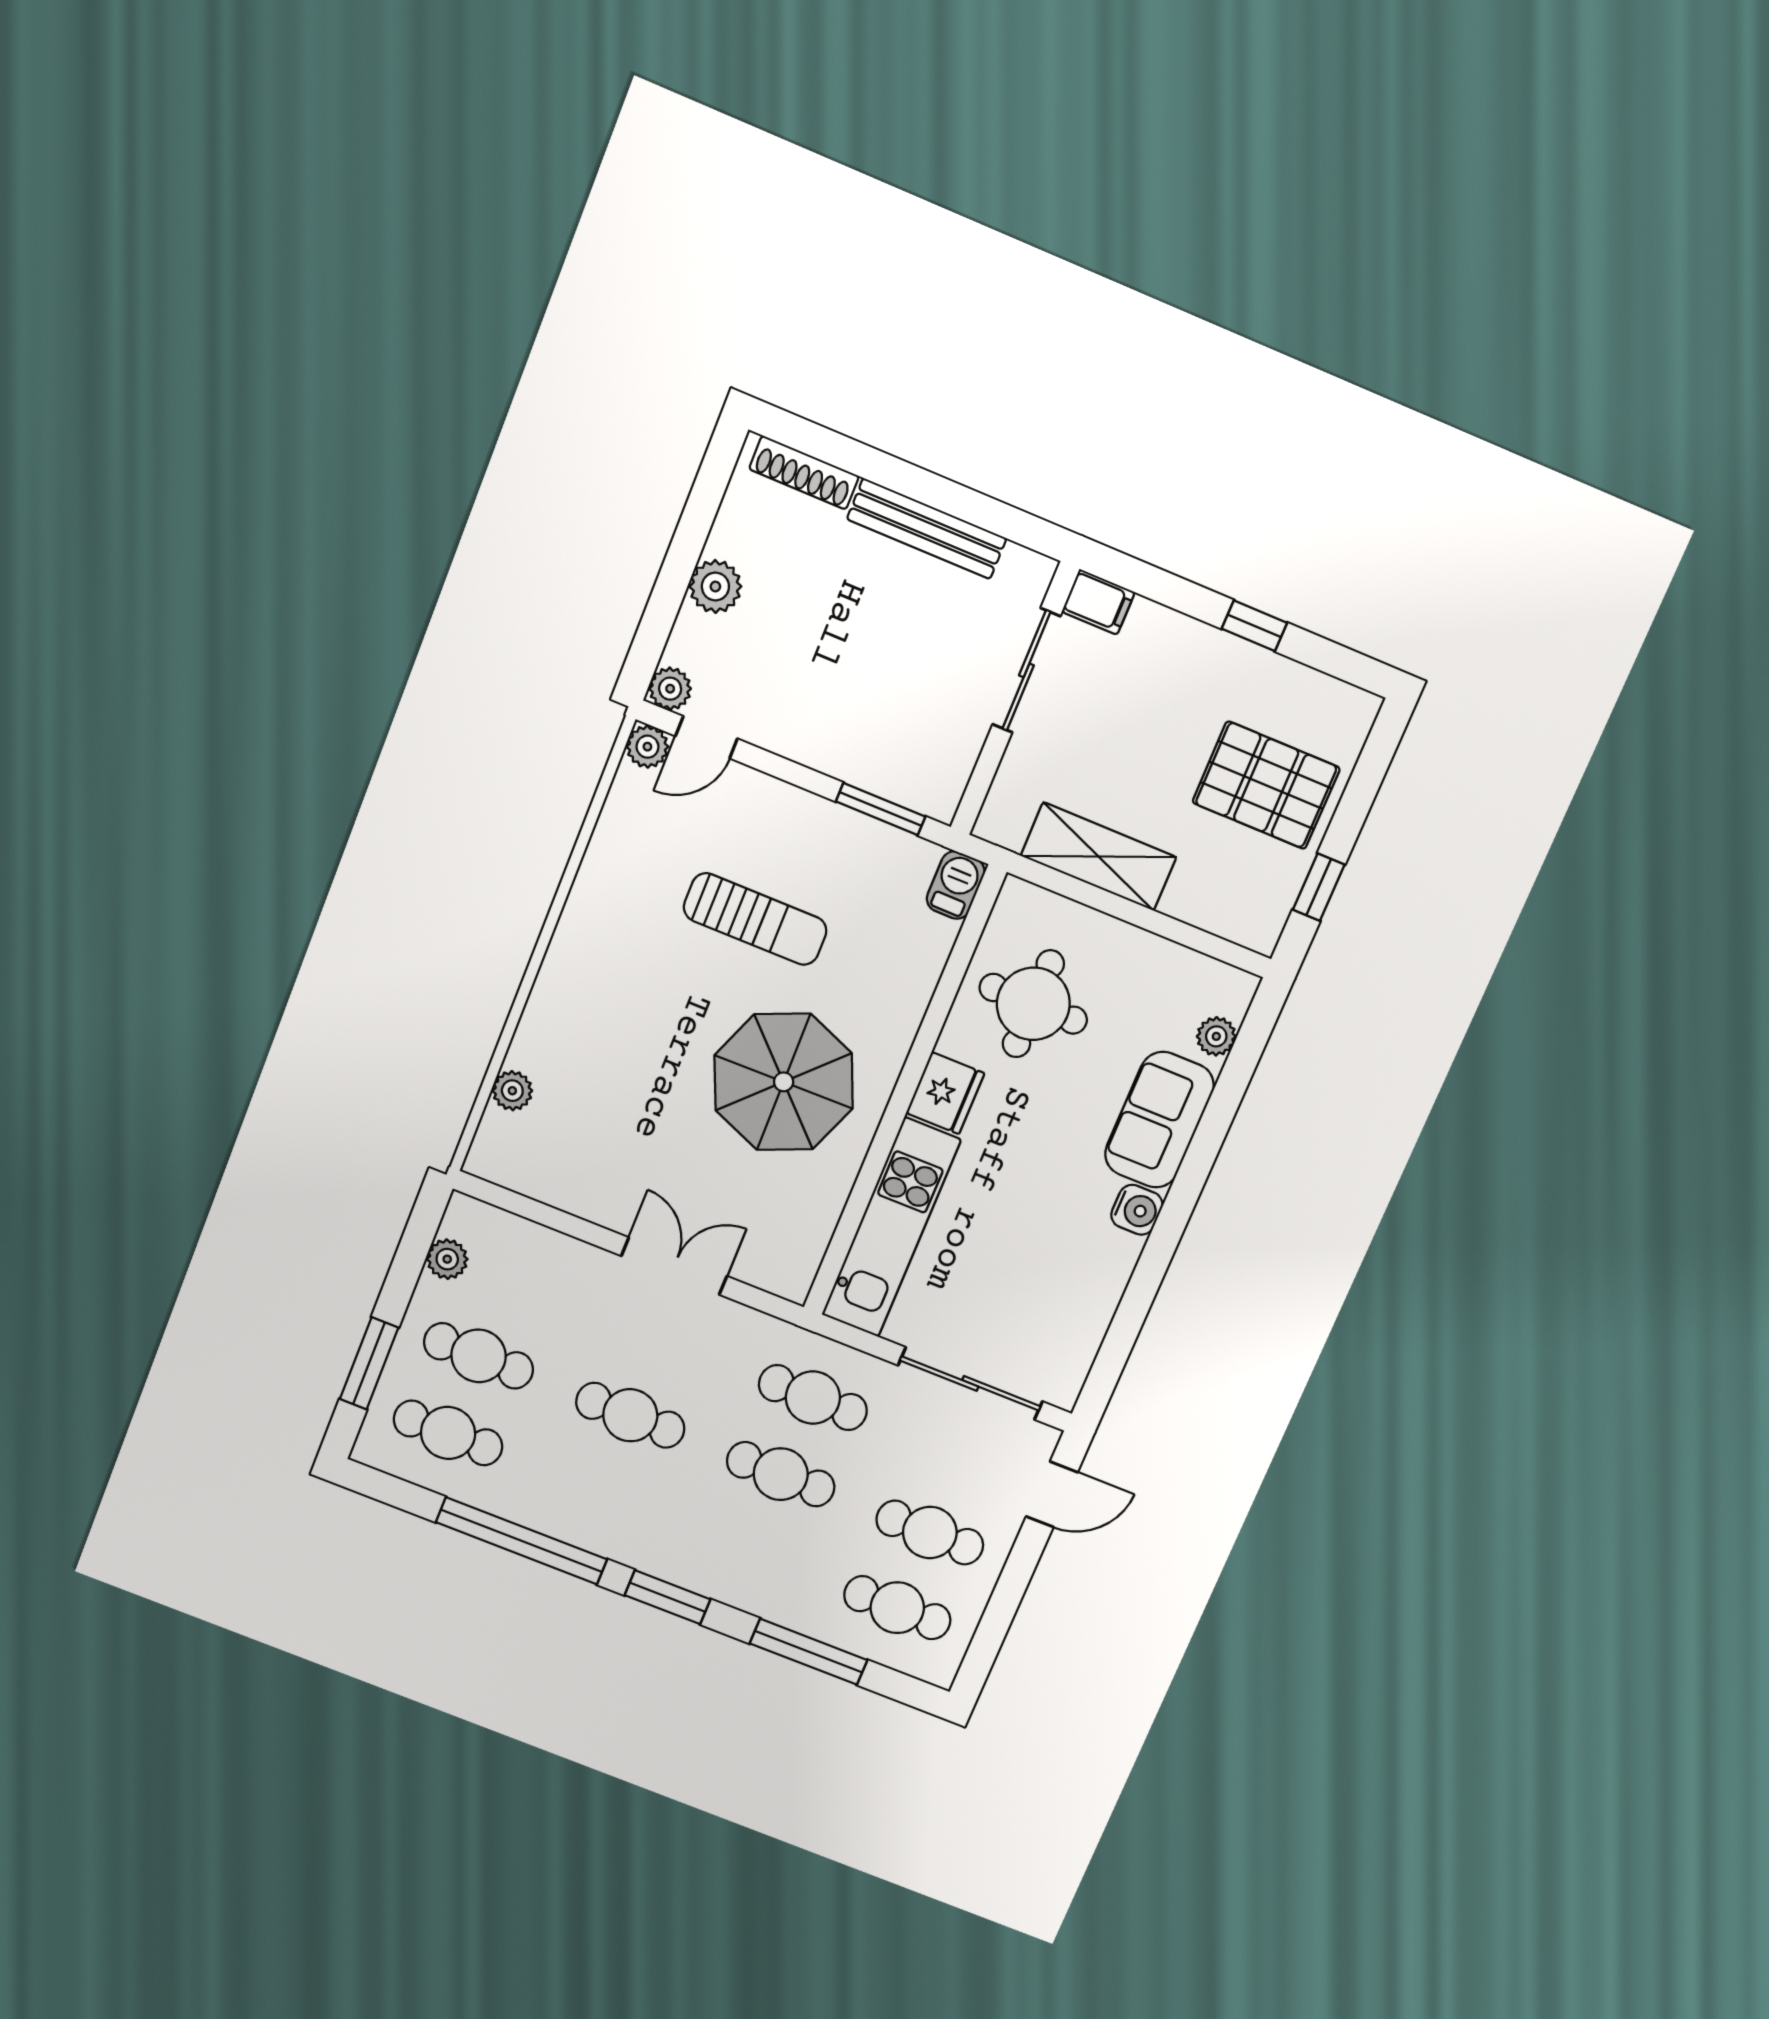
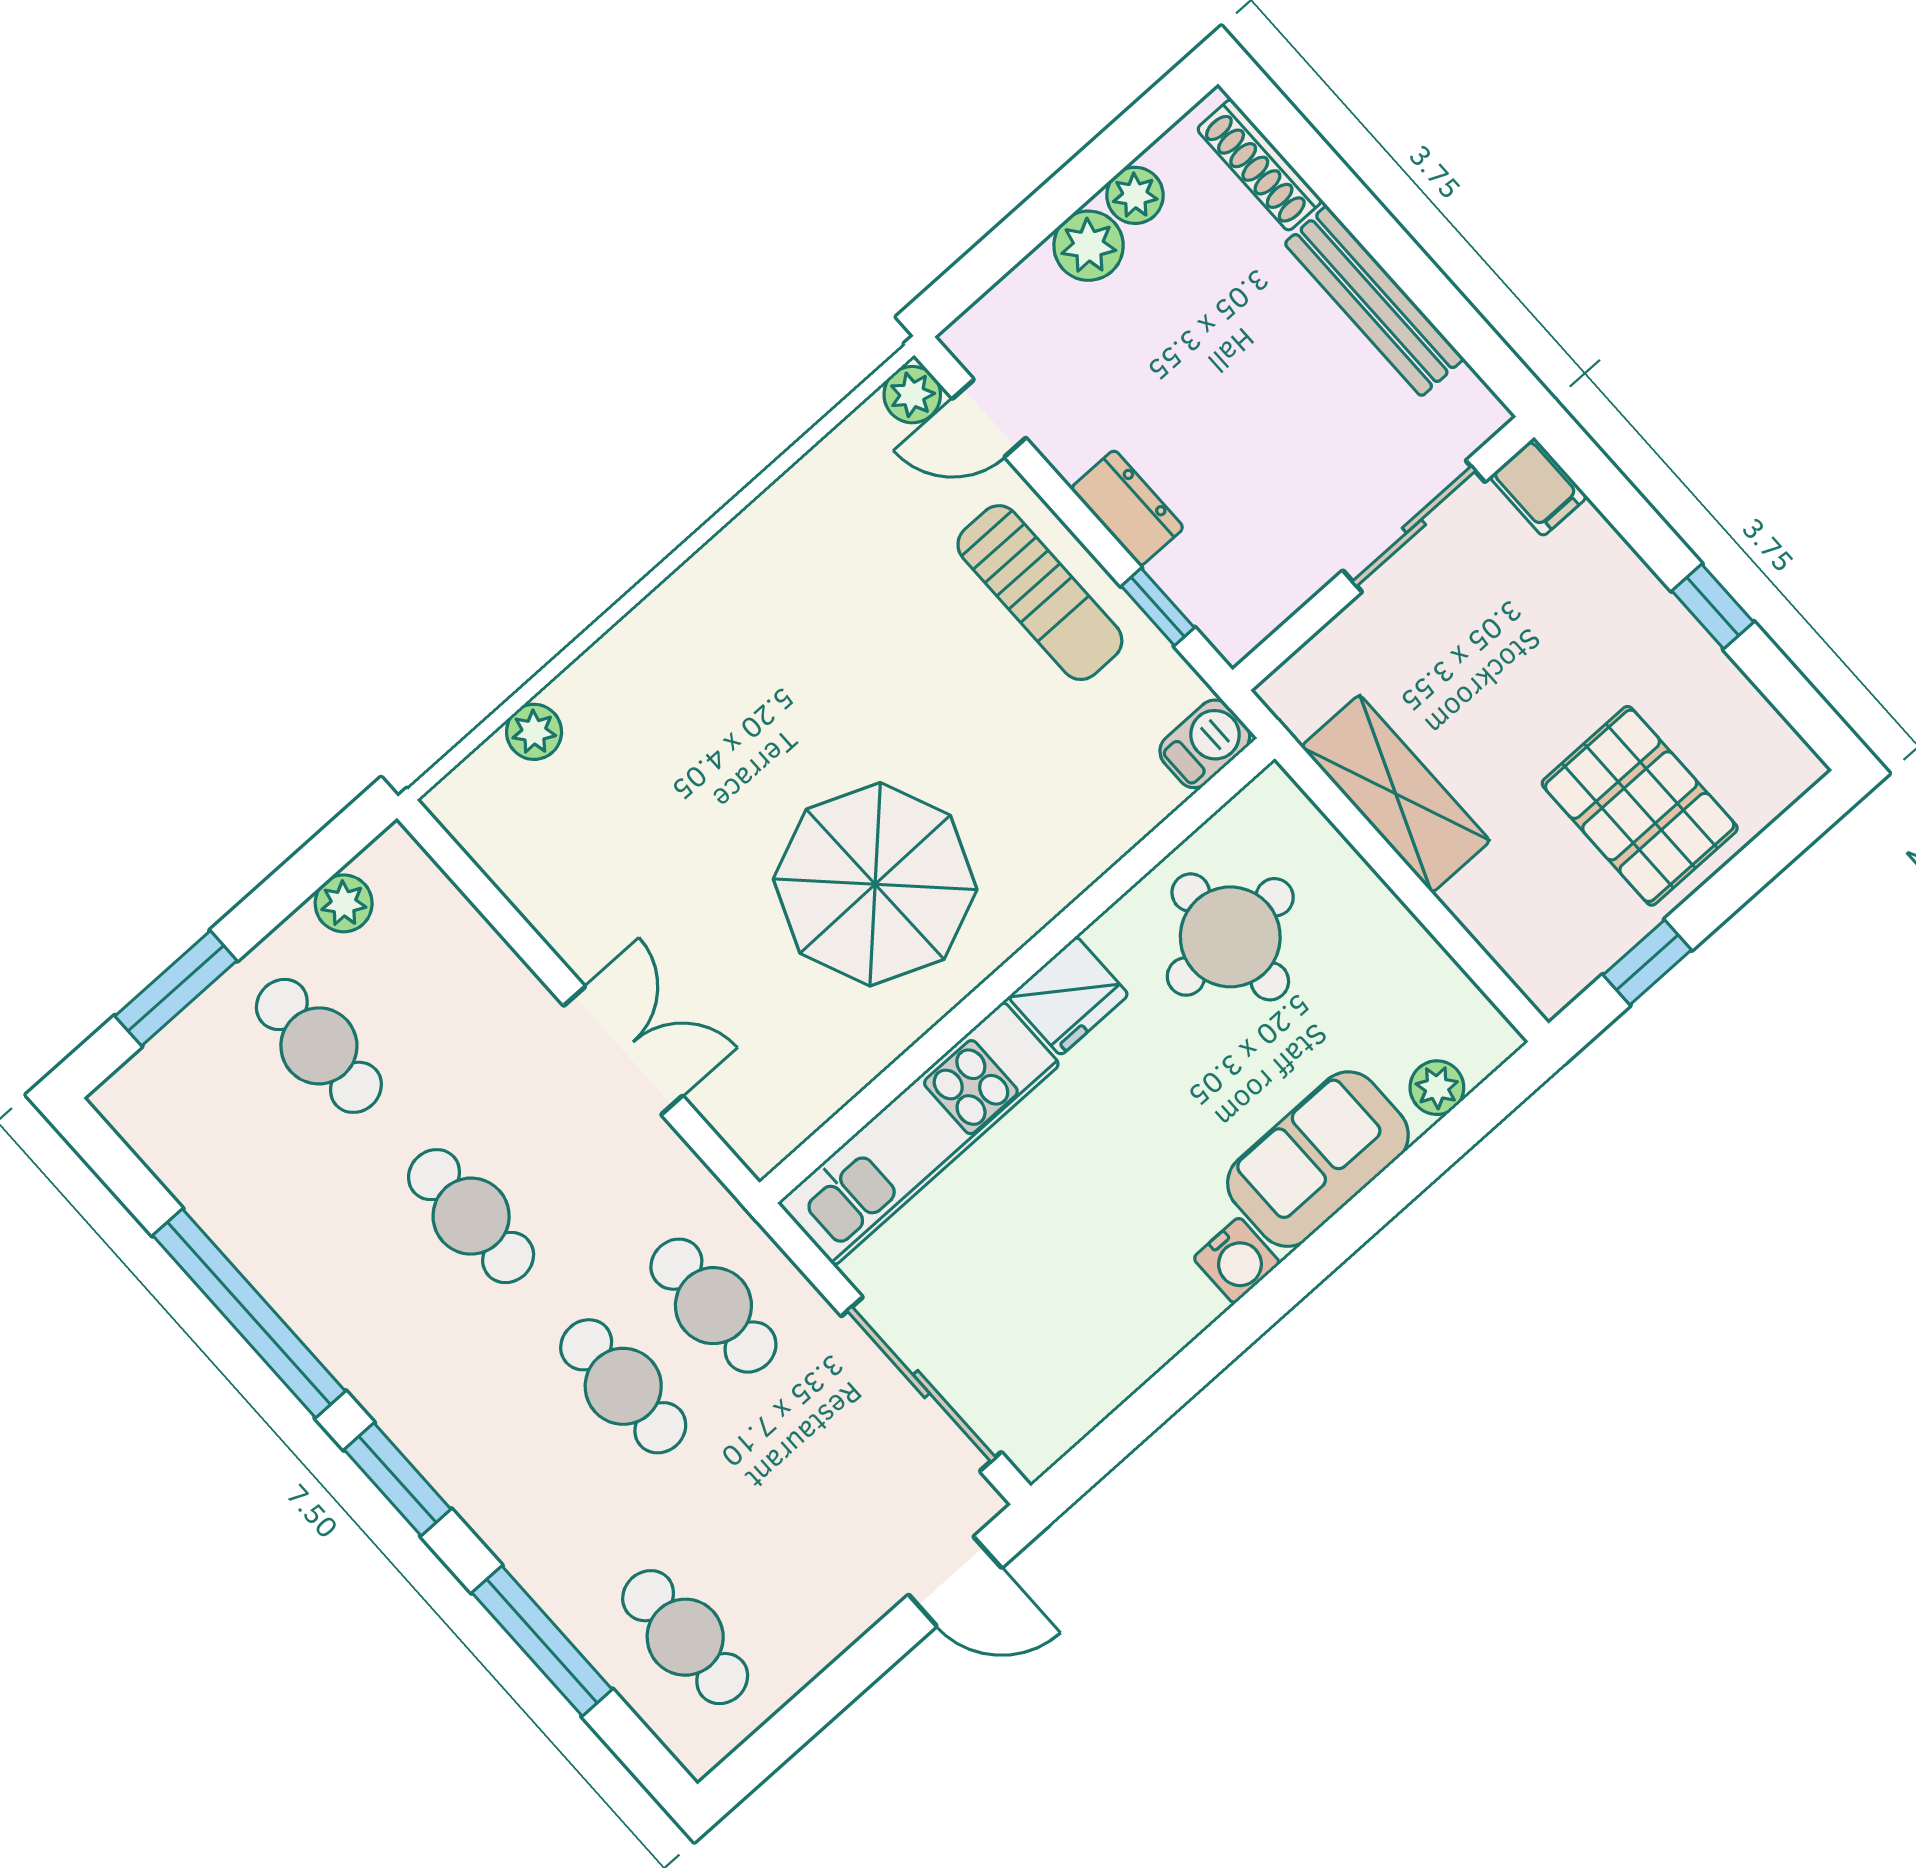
plant: (670, 689) -> (1135, 195), moved
dresser: (828, 753) -> (1127, 508), added
window: (881, 809) -> (1158, 607), width x0.67
sun lounger: (755, 919) -> (1040, 593), moved
cafe table: (448, 1433) -> (229, 1127), removed
cafe table: (930, 1533) -> (775, 1556), removed

